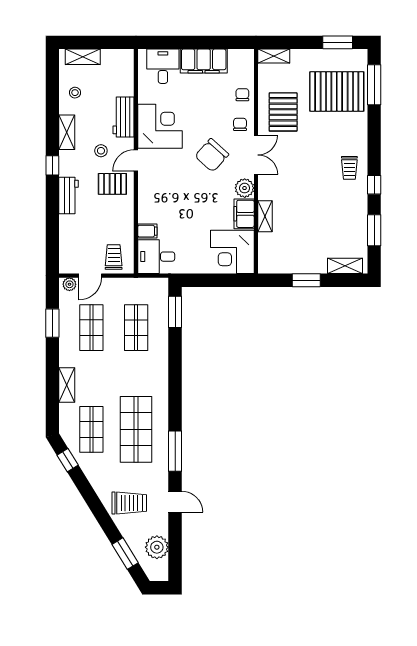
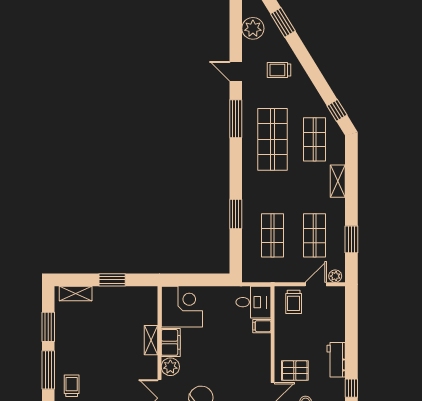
window: (374, 185) -> (48, 370), width x2.17
window: (175, 312) -> (236, 214), moved
trolley: (129, 503) -> (279, 70), width x0.73, depth x0.72

